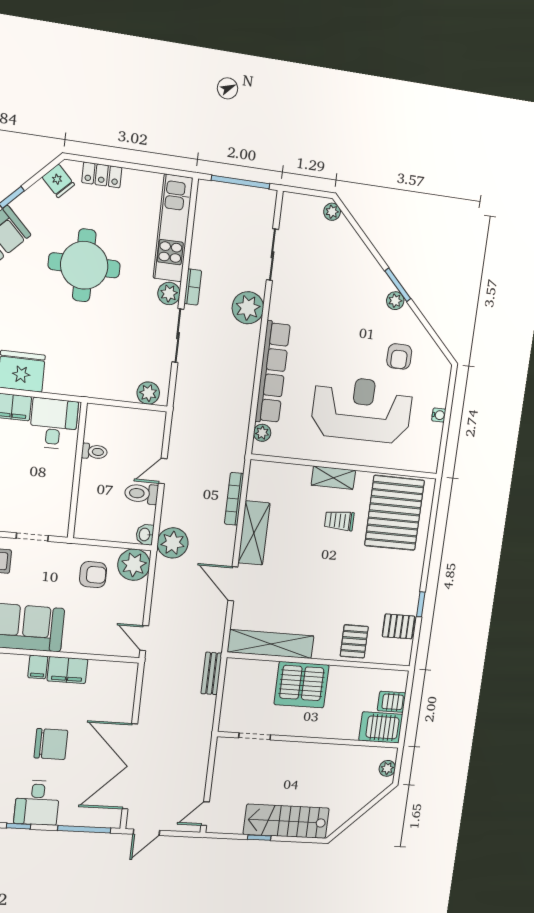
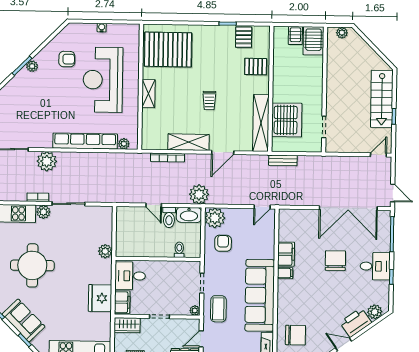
plant: (148, 393) -> (105, 251), moved
toilet: (94, 452) -> (179, 250), moved
trolley: (339, 521) -> (209, 100), moved
washbasin: (145, 535) -> (189, 215), width x1.91, depth x1.45
server rack: (302, 685) -> (287, 120), moved
door: (205, 814) -> (378, 155), swing flipped

